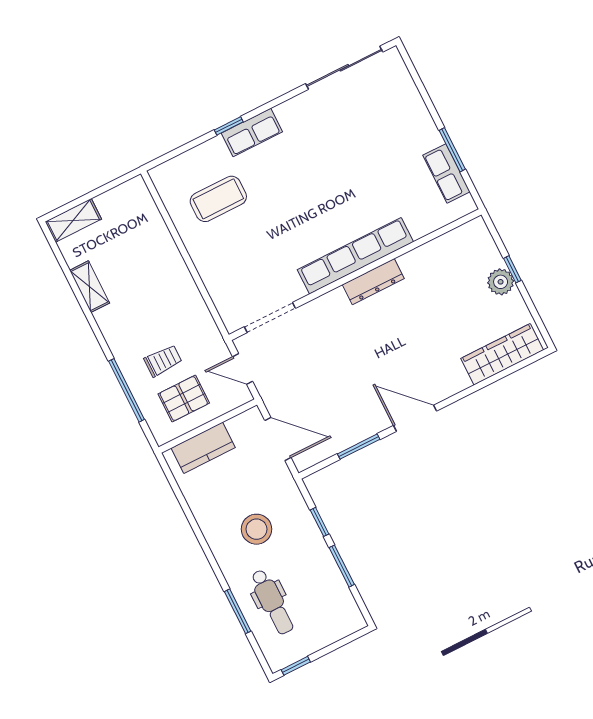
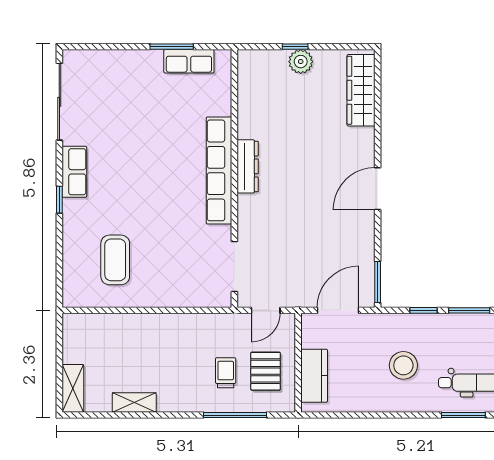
window: (229, 126) -> (59, 200), moved
row of seats: (252, 132) -> (74, 172), moved
window: (359, 447) -> (378, 282), moved

